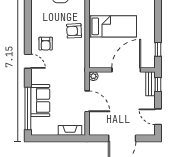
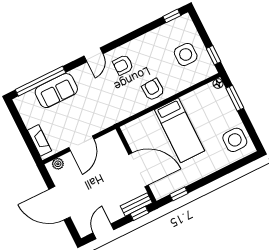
plant: (93, 76) -> (58, 164), moved

